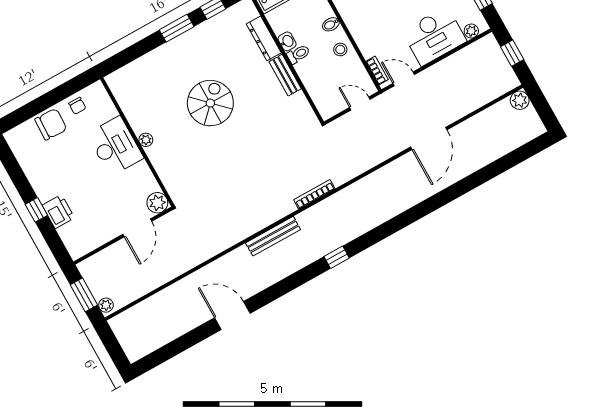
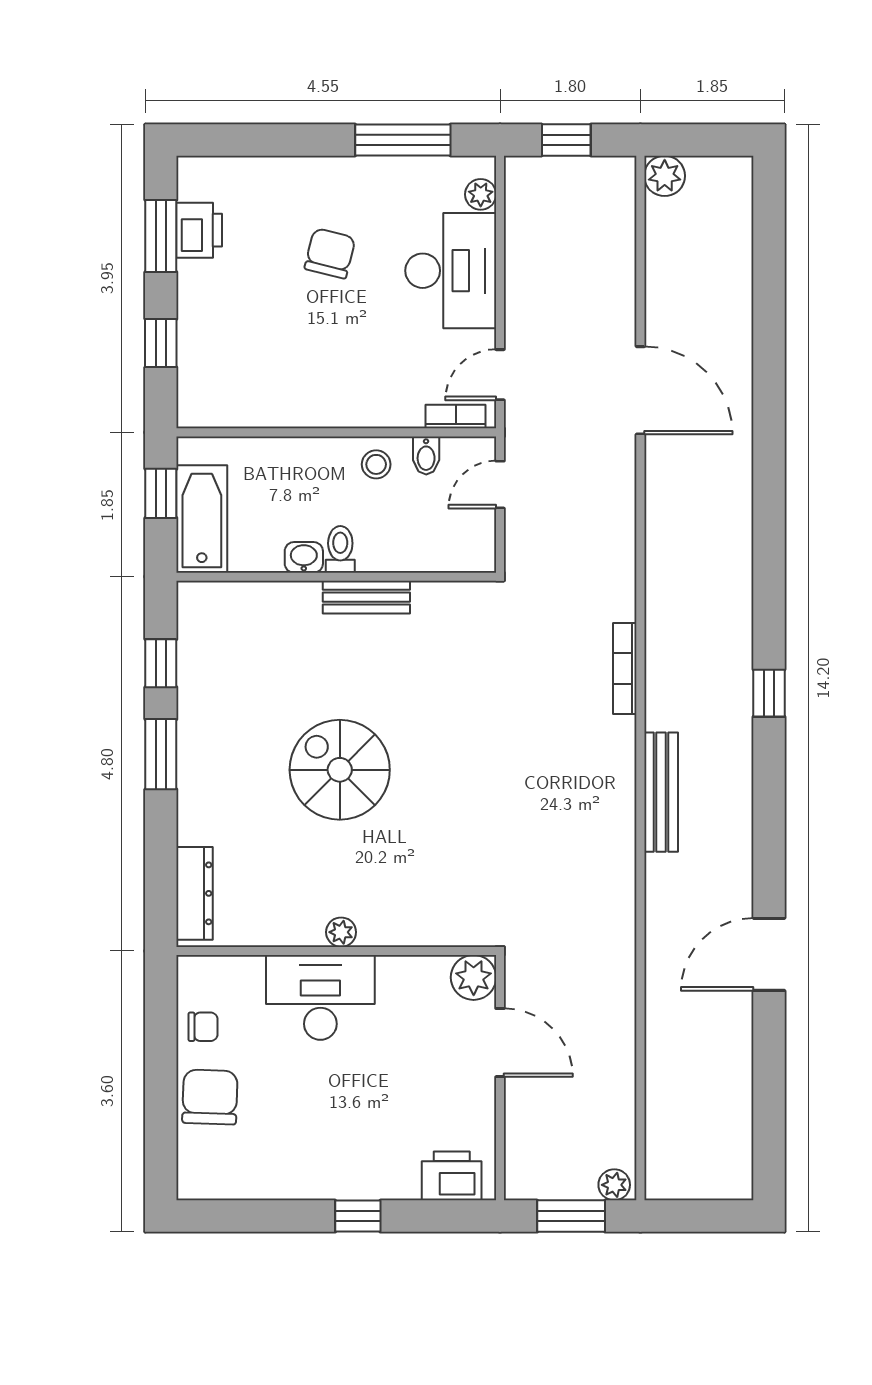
bidet: (331, 24) -> (426, 455), moved
dresser: (264, 38) -> (195, 893), moved, turned -90
printer: (58, 211) -> (452, 1176), moved

